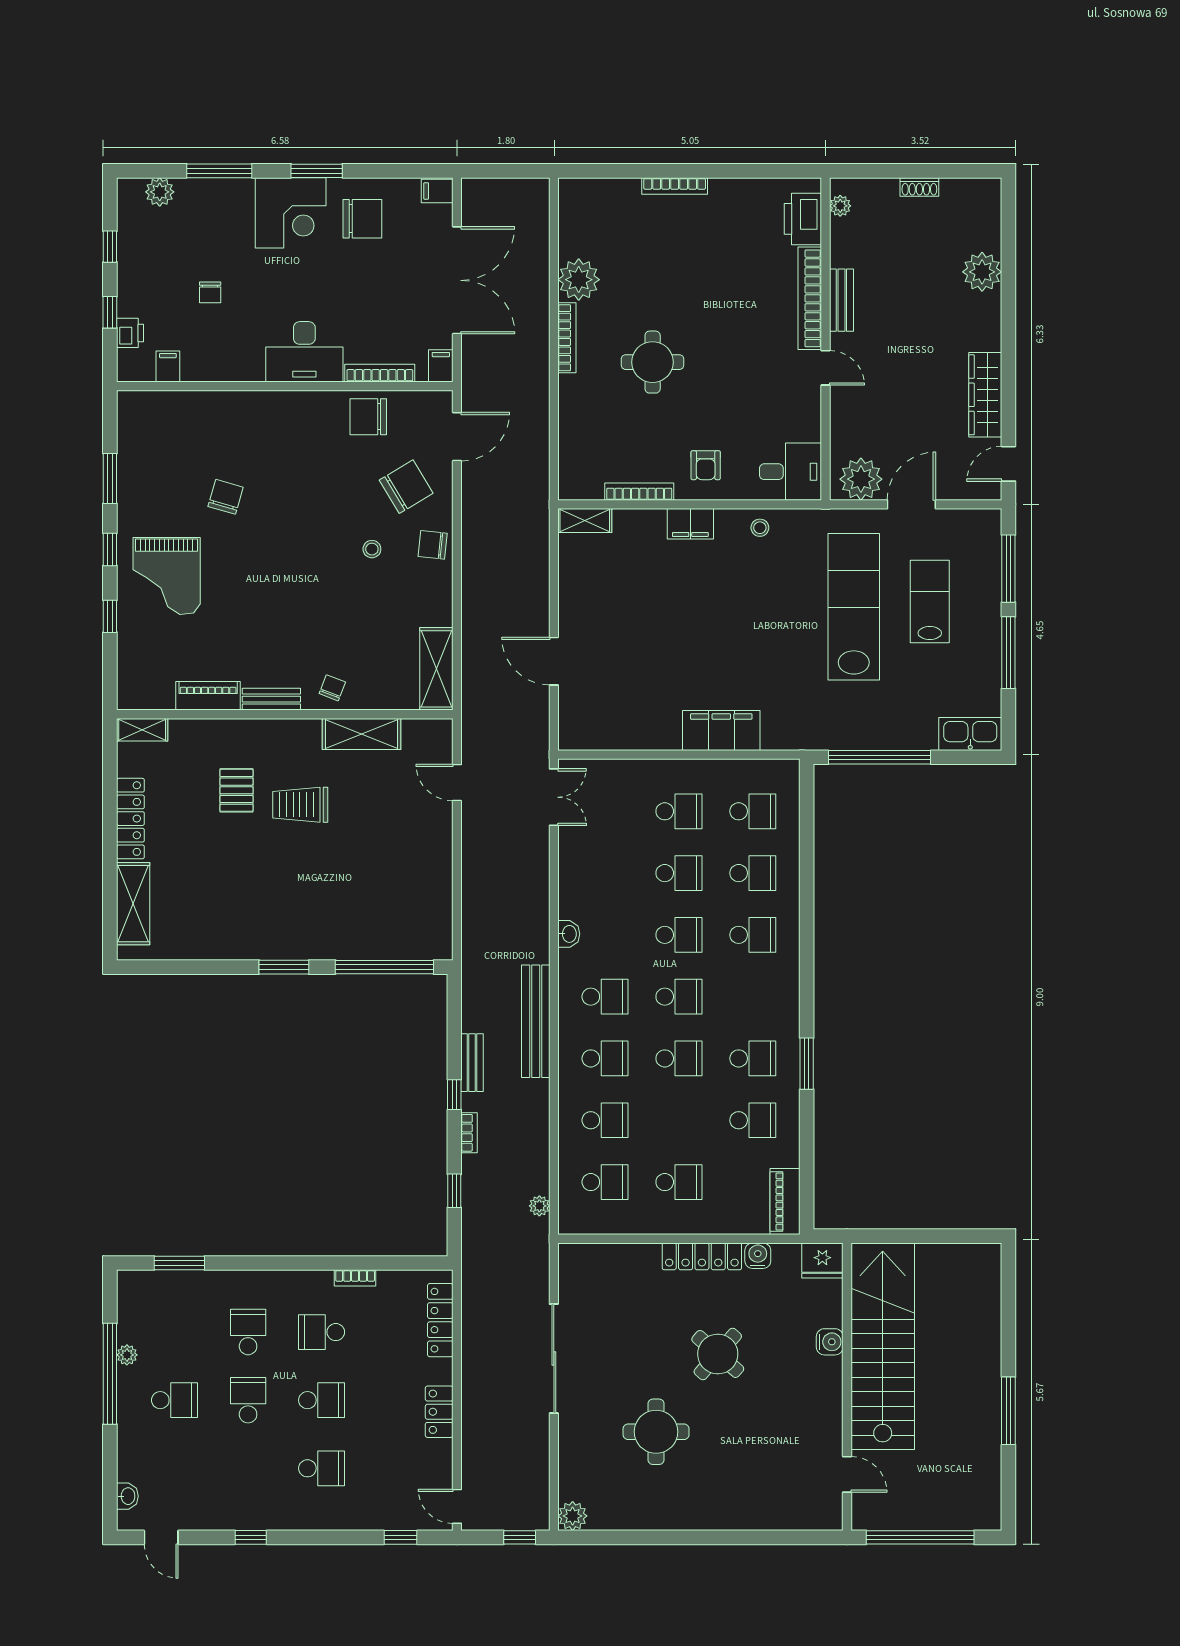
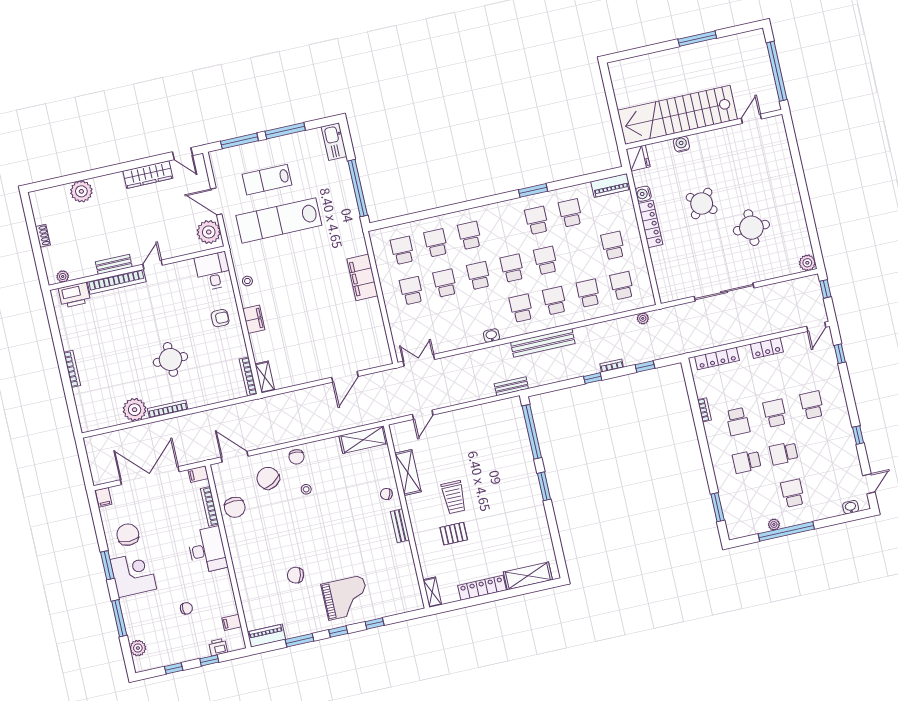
bookcase: (639, 492) -> (248, 377), moved
piano: (208, 696) -> (266, 636), moved, turned 90
bench: (472, 1063) -> (511, 386), moved

